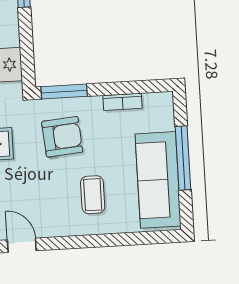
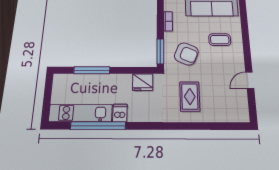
armchair: (62, 137) -> (186, 54), turned 118

